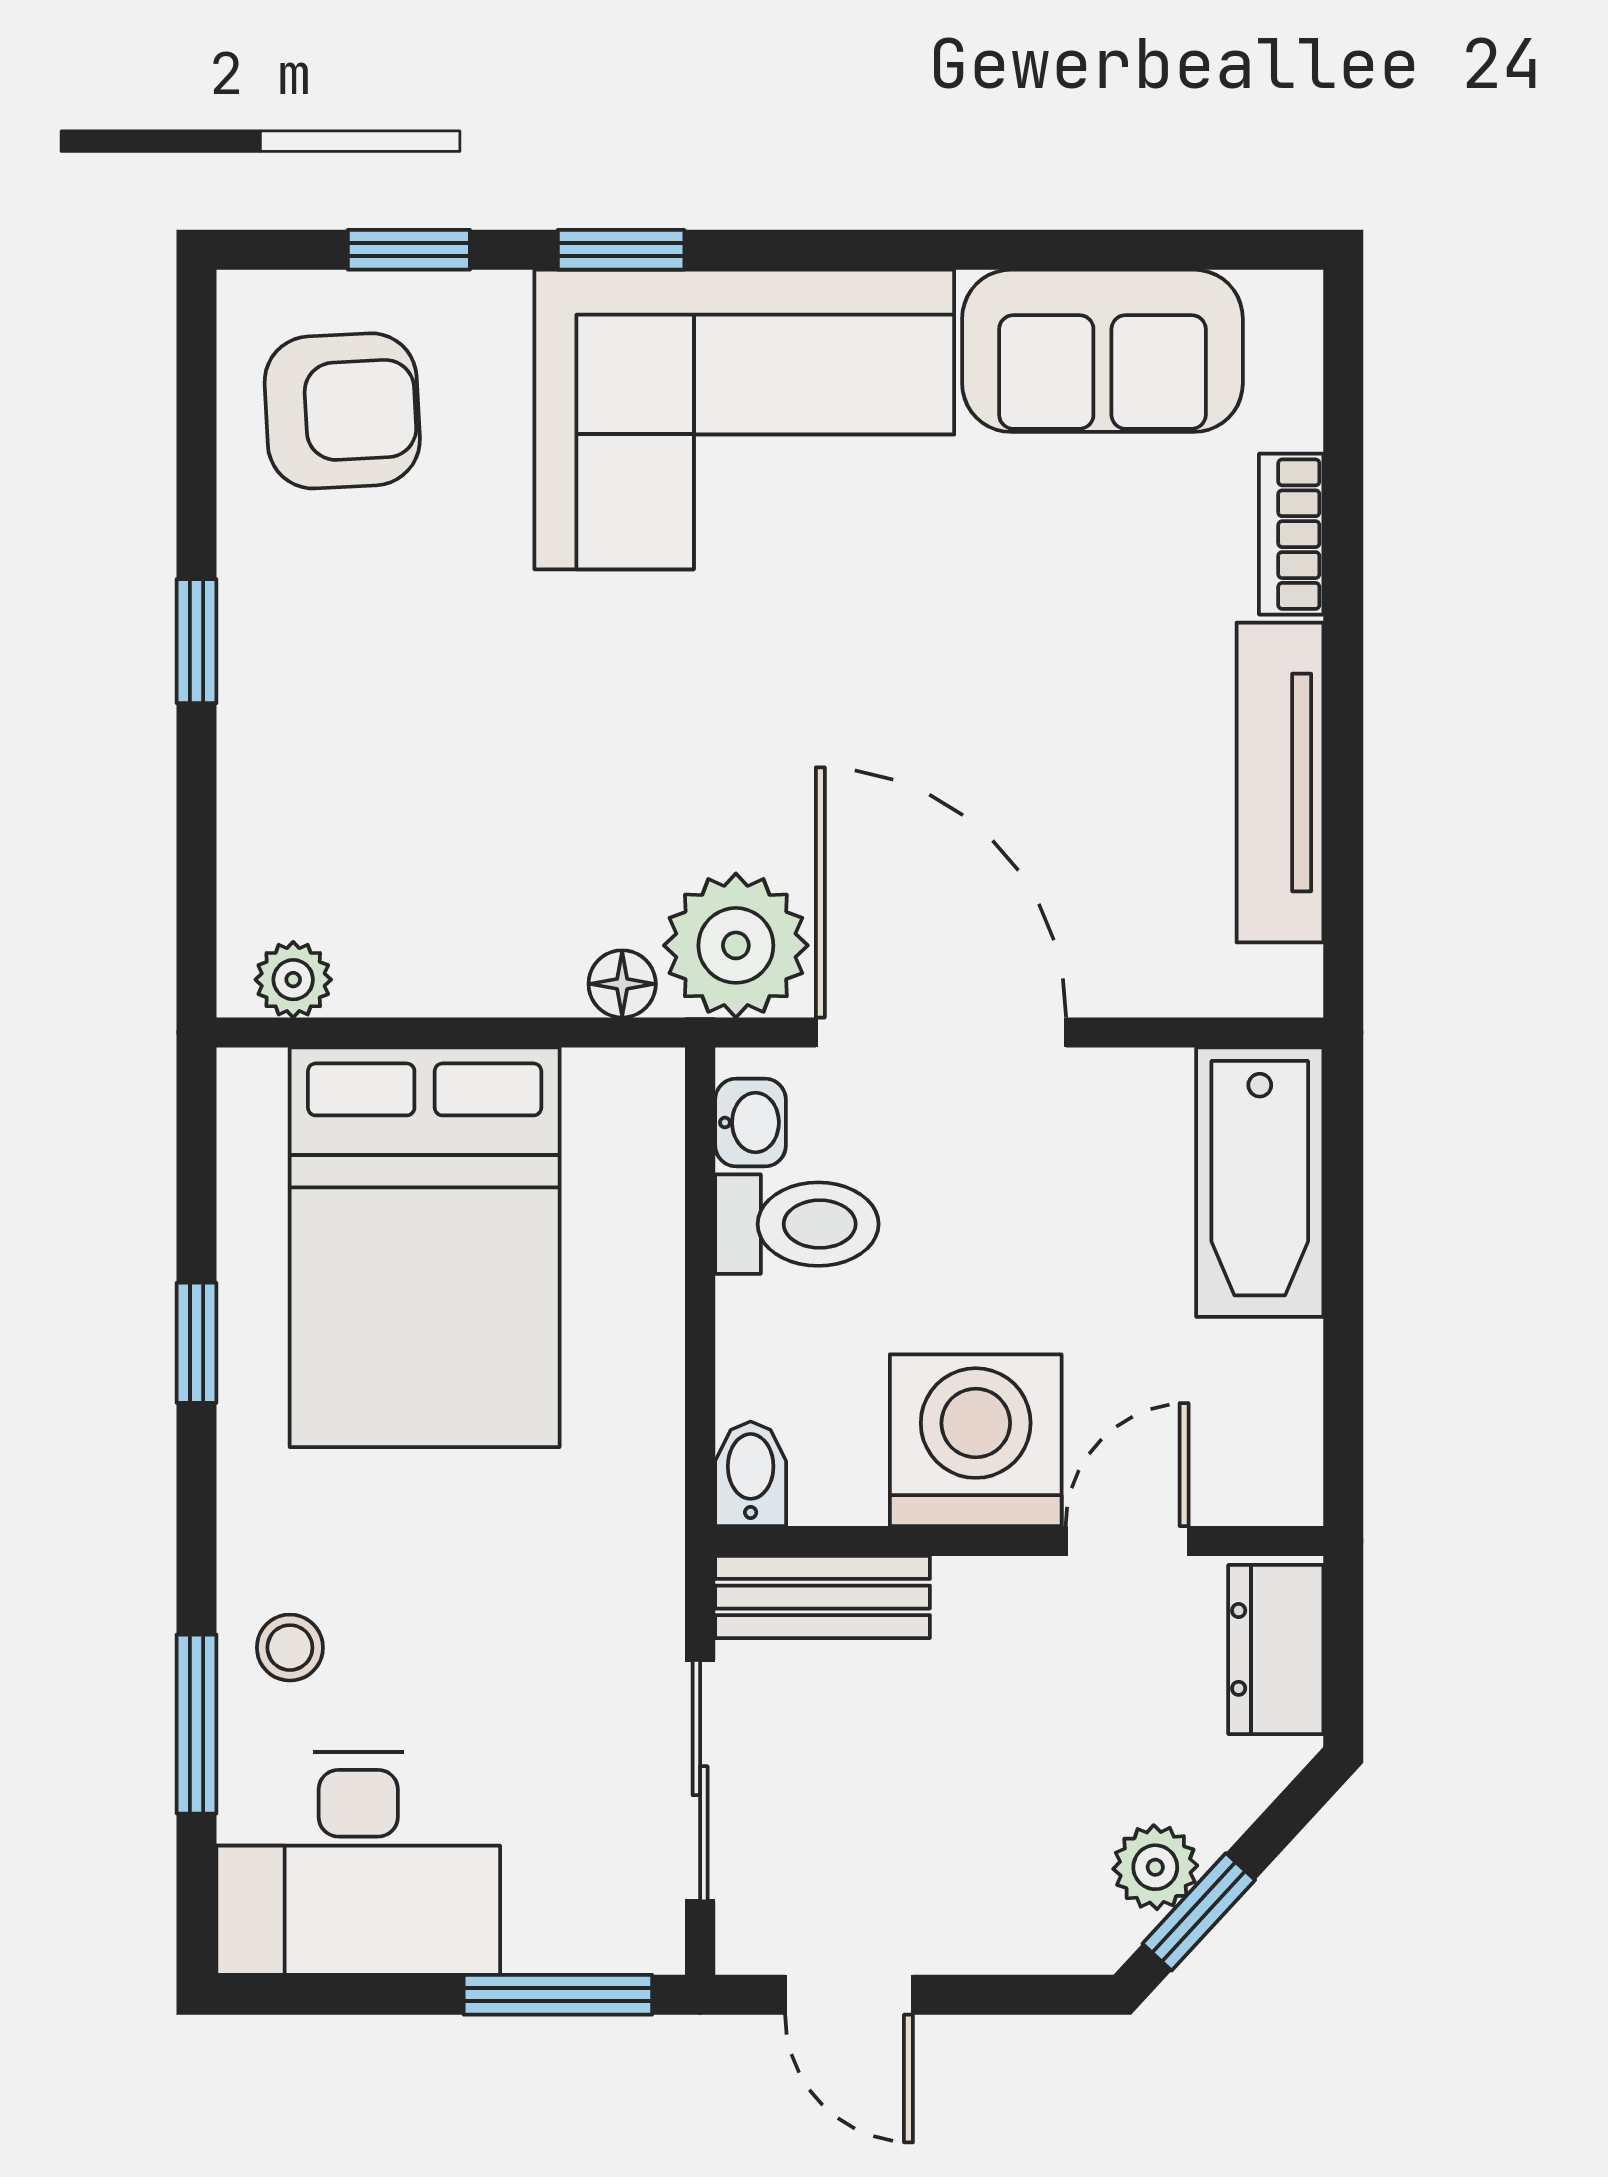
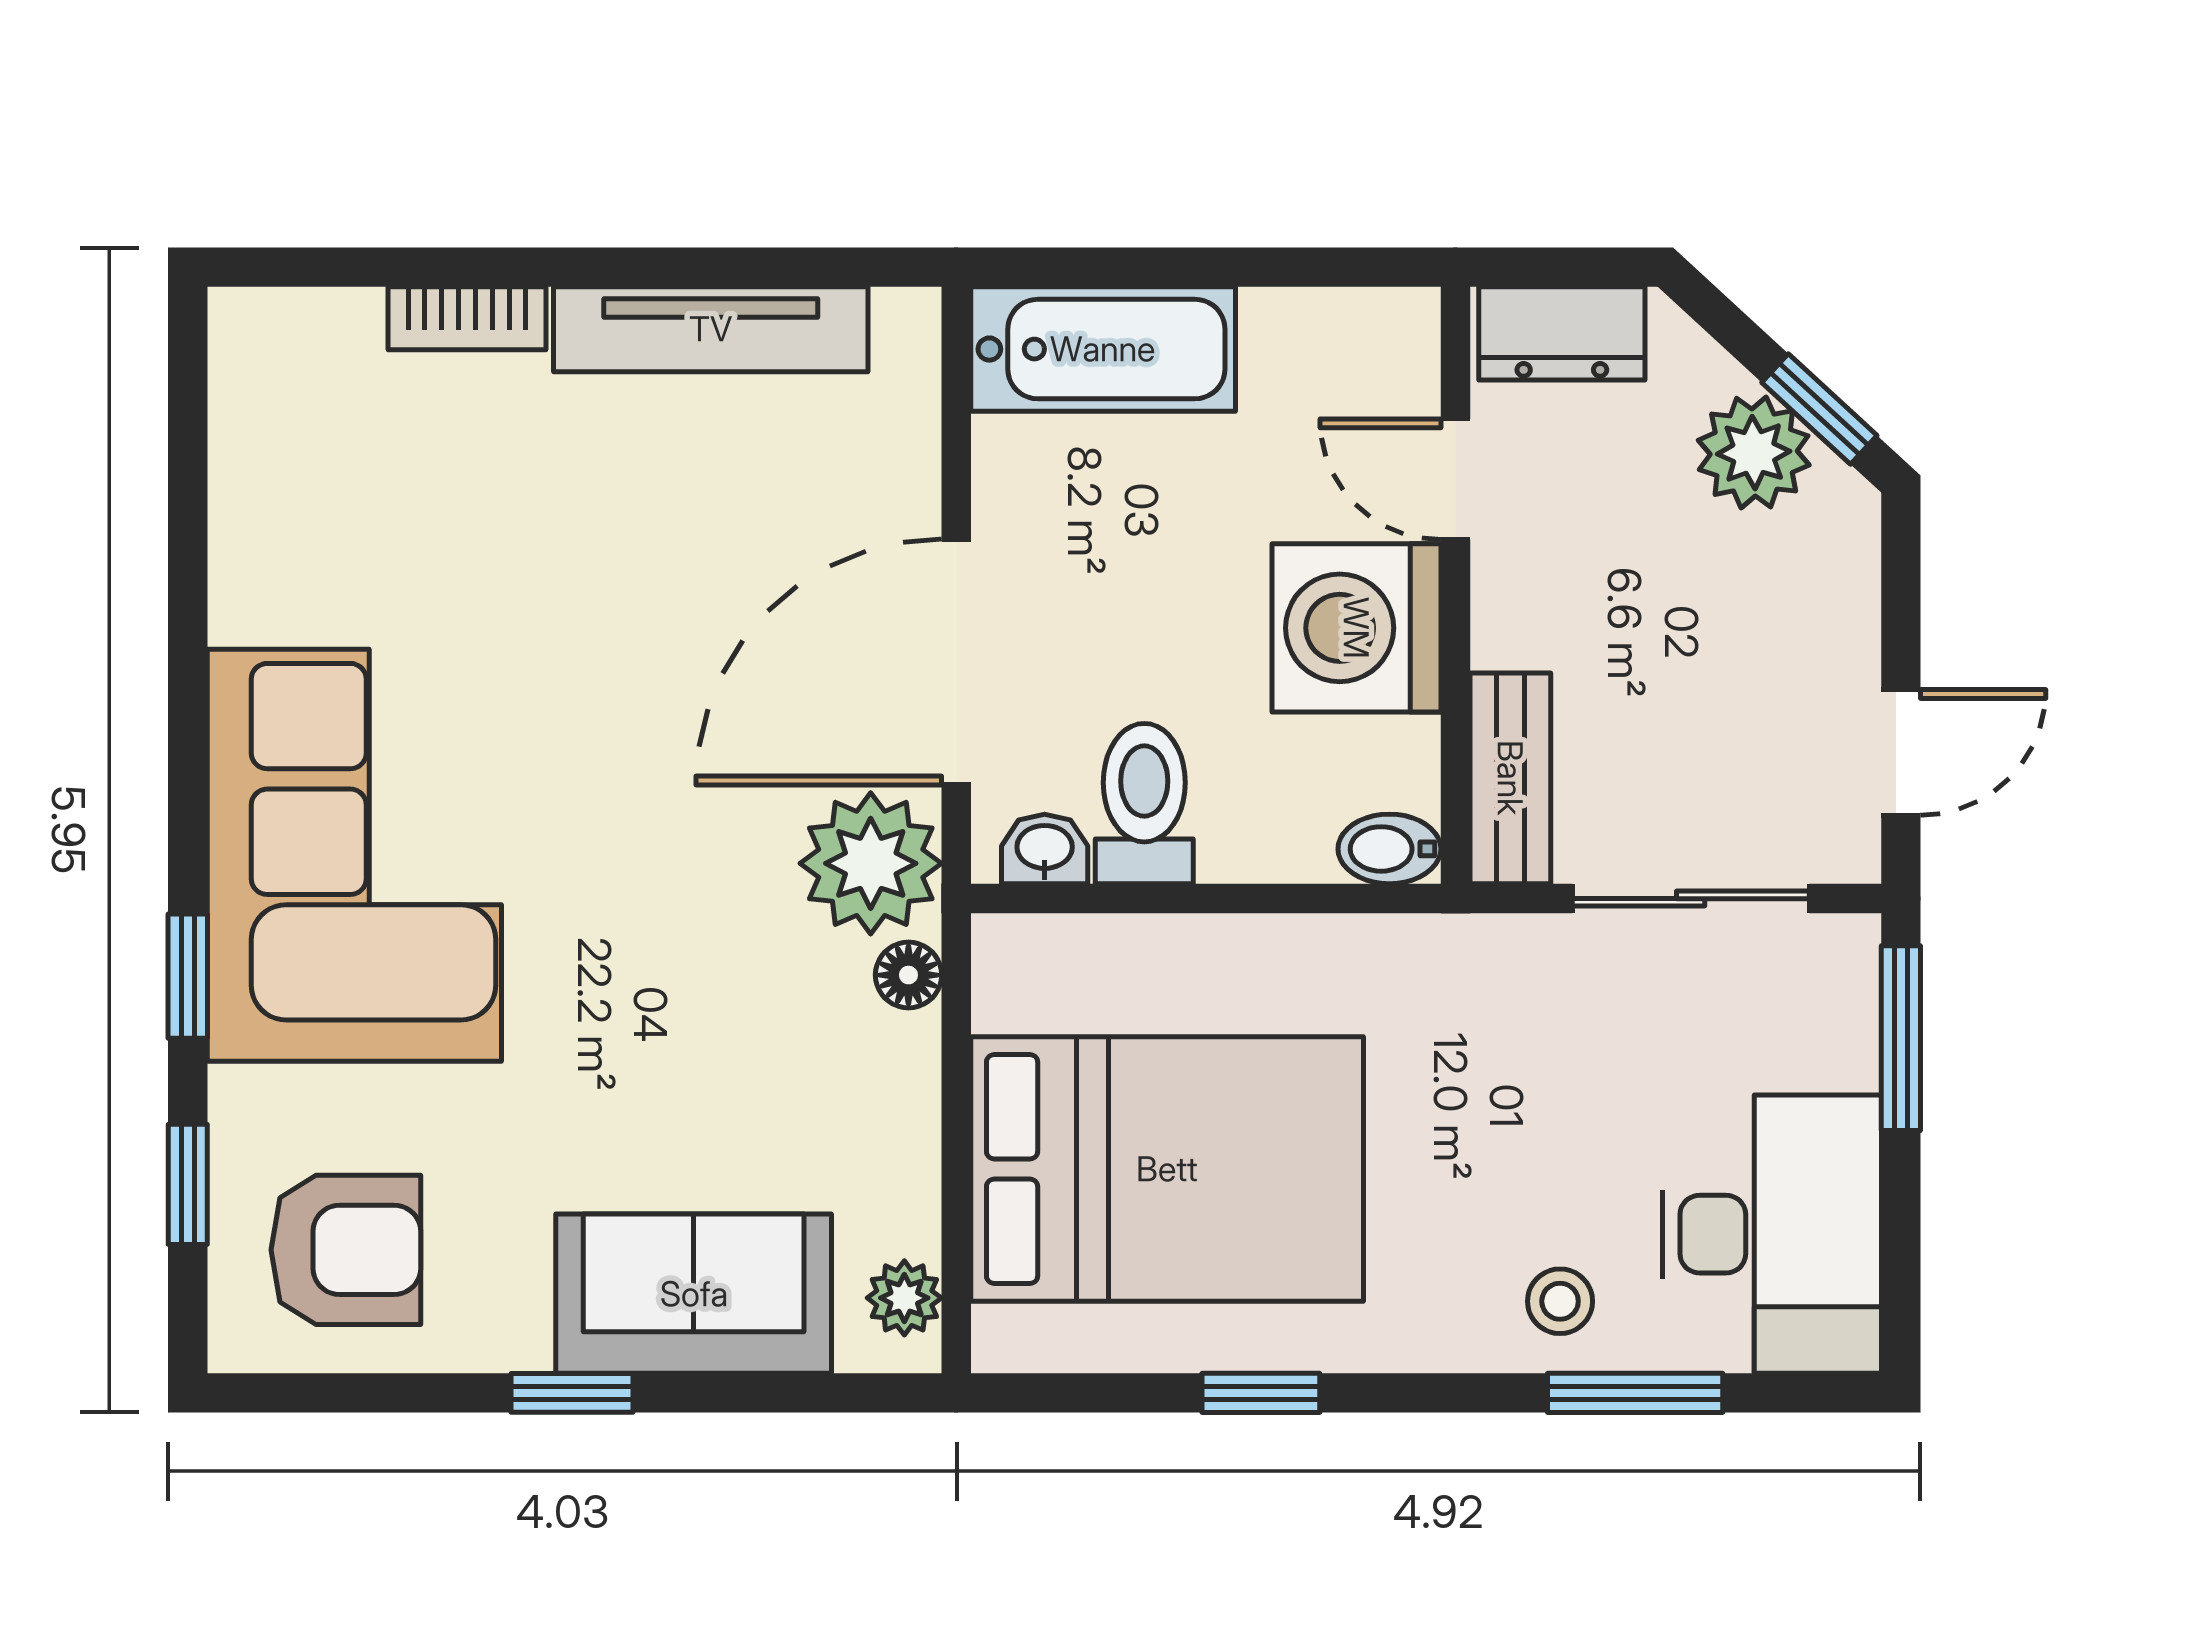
sofa: (1102, 351) -> (694, 1294), moved, turned -90
armchair: (342, 411) -> (346, 1250), turned 93
plant: (1155, 1867) -> (1754, 453), width x1.38, depth x1.38

